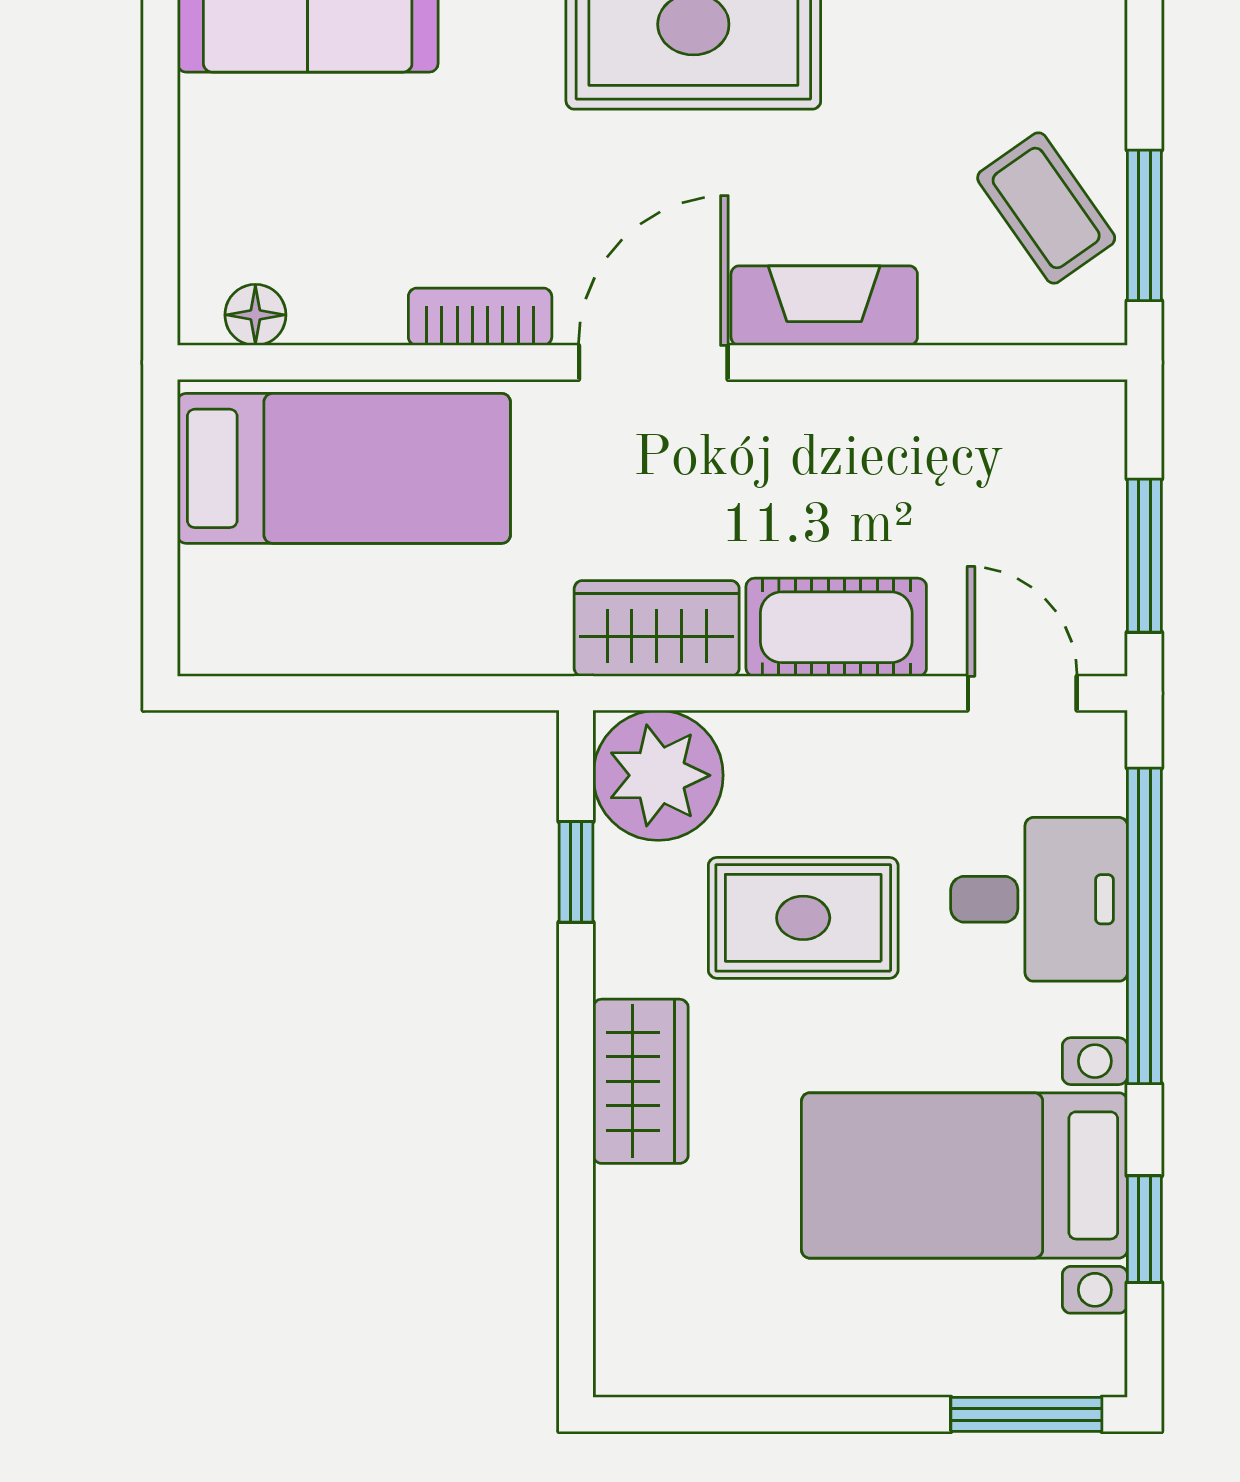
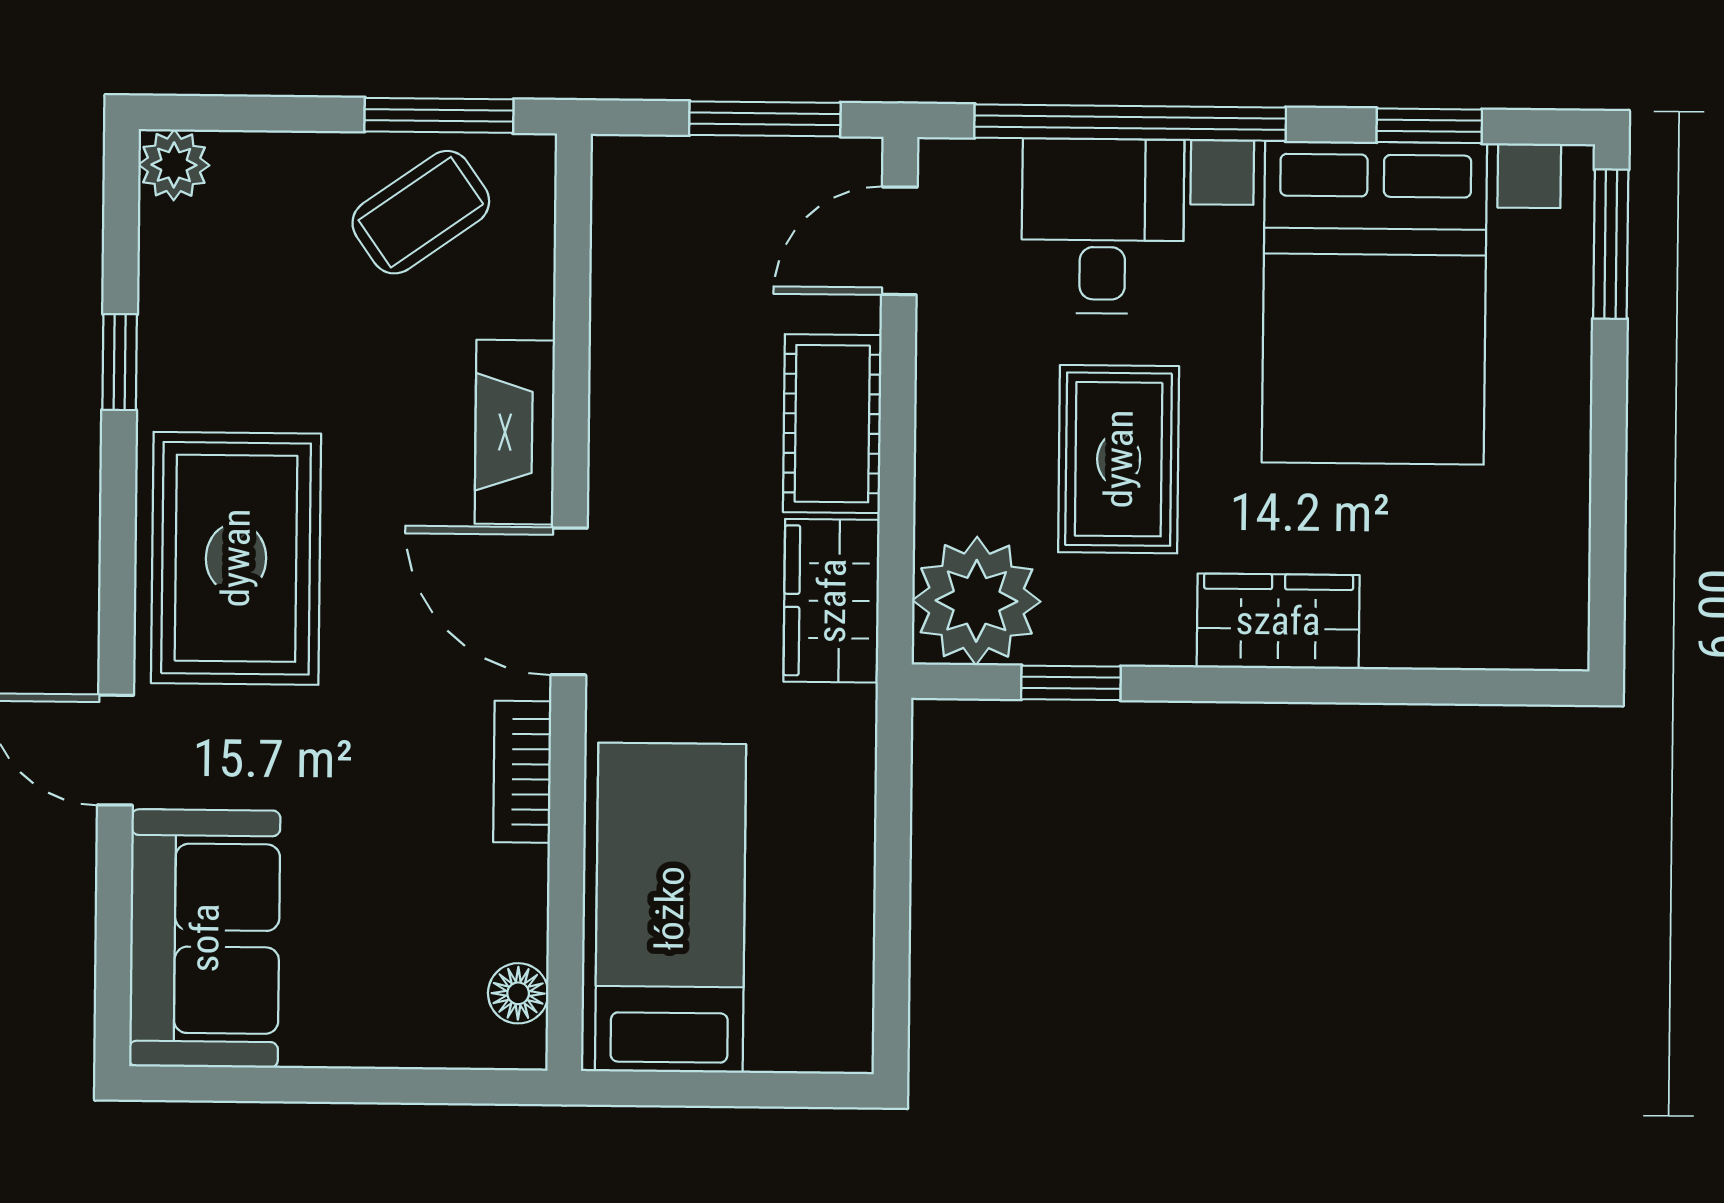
bed with nightstands: (964, 1175) -> (1374, 303), width x1.36

